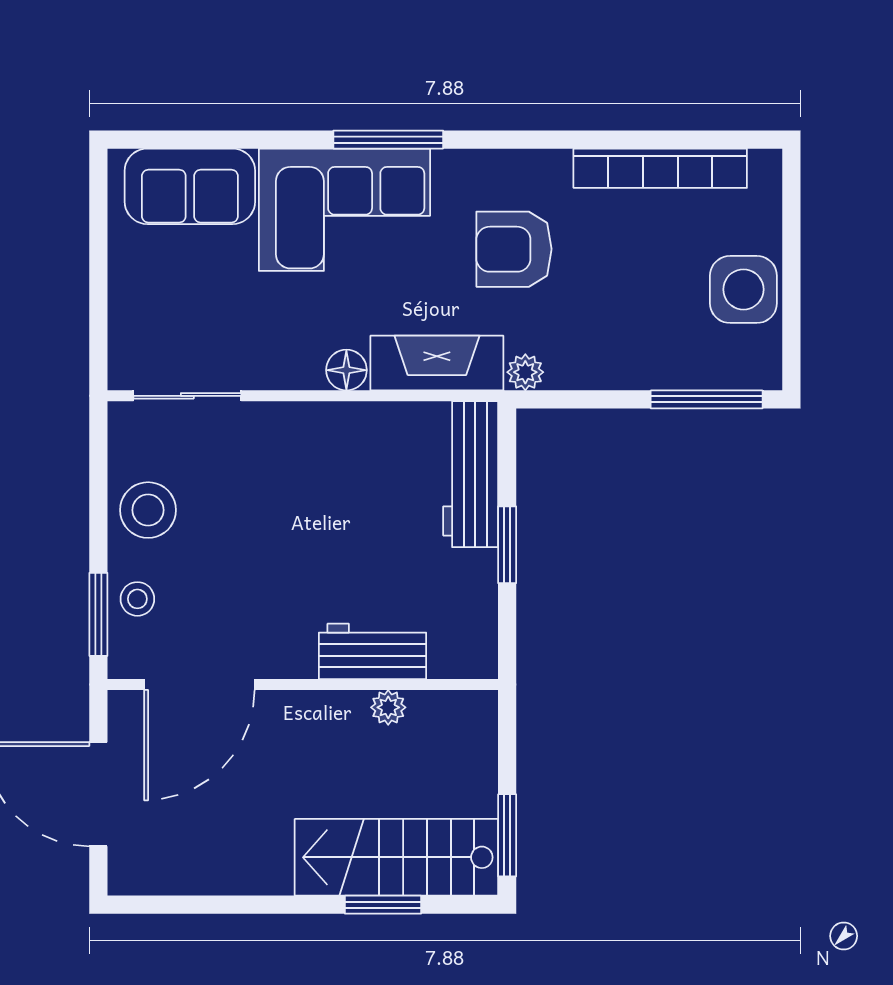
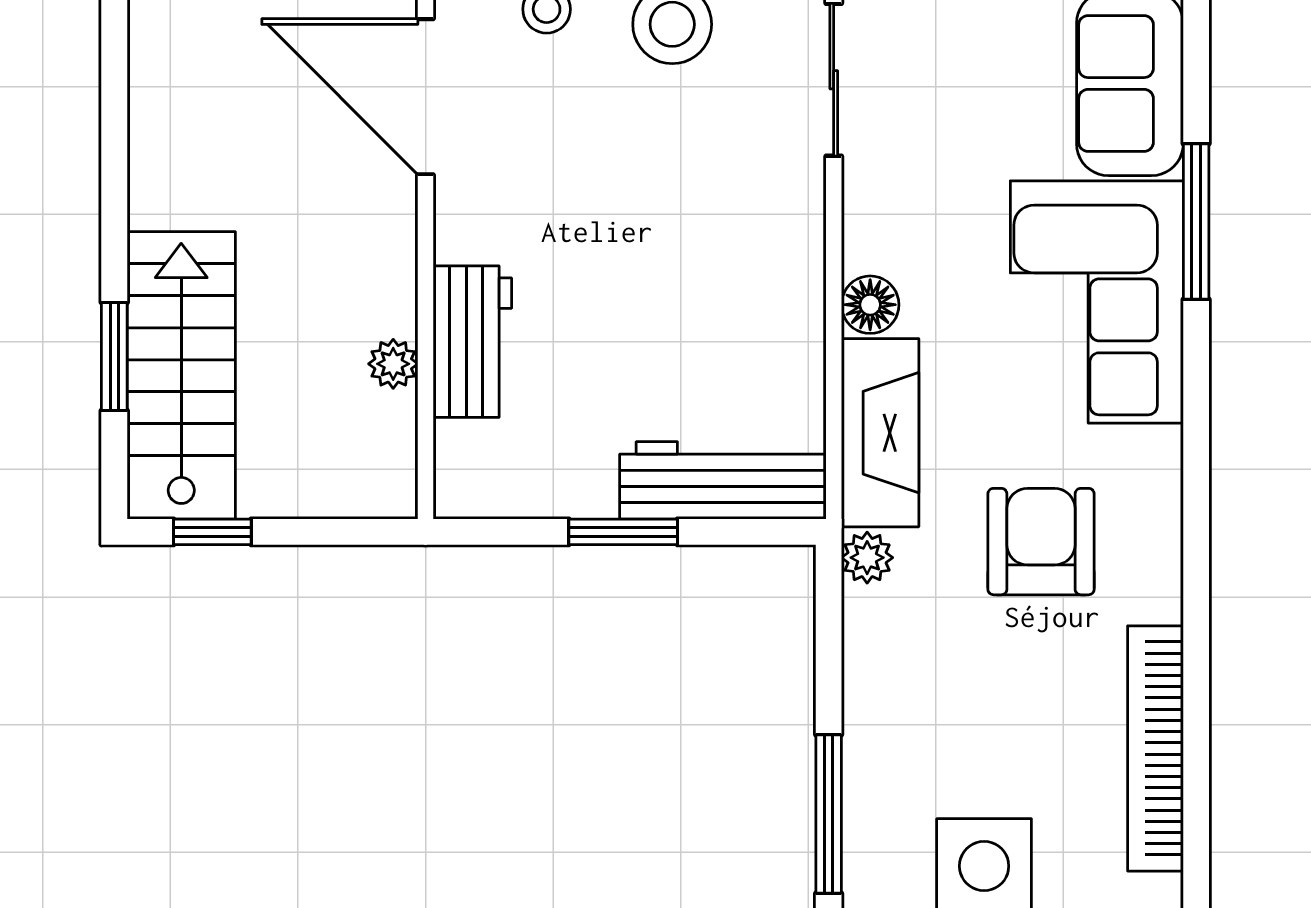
window: (388, 140) -> (1196, 221), moved
window: (507, 835) -> (212, 532), width x0.67

